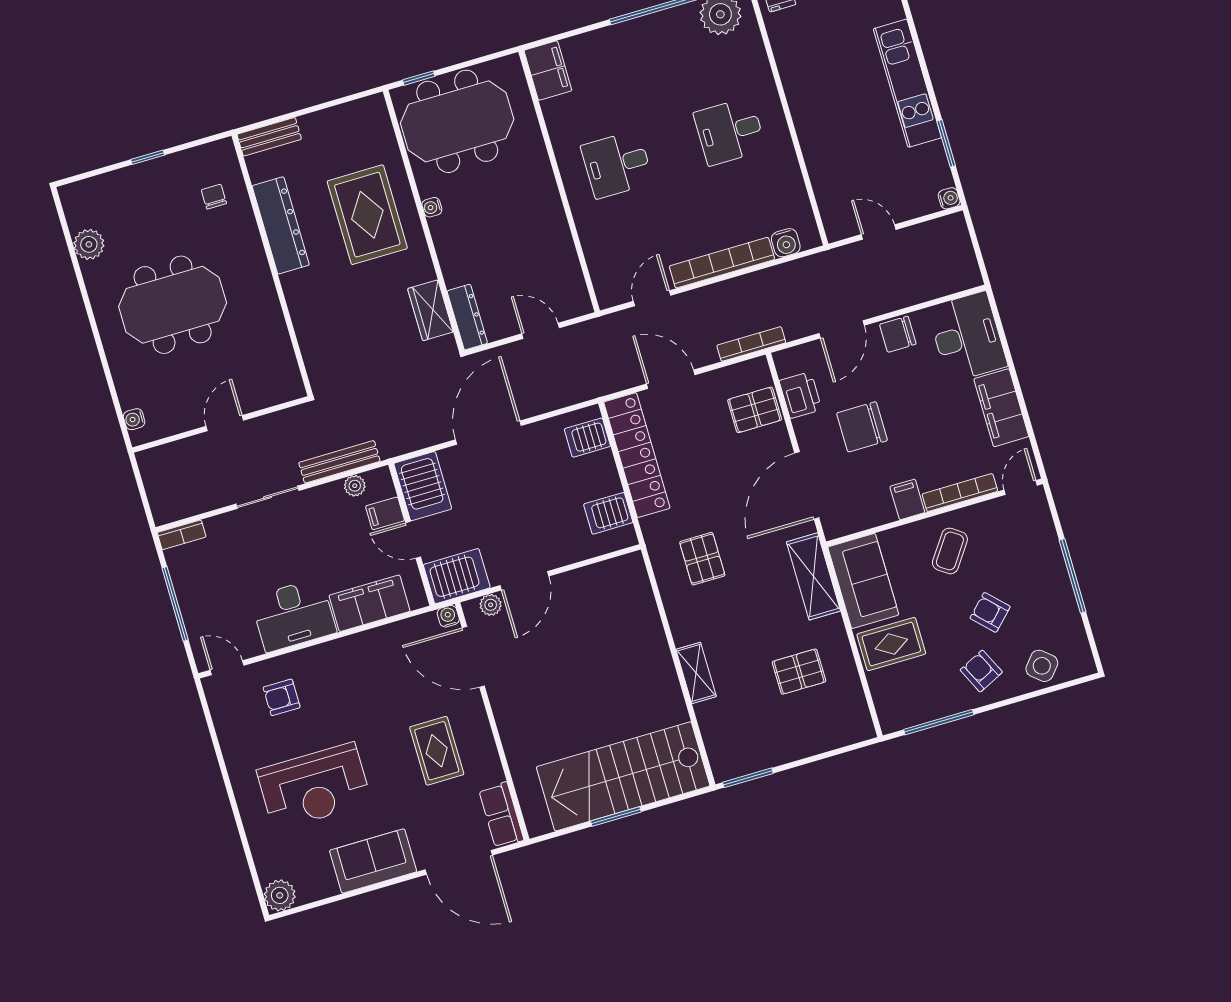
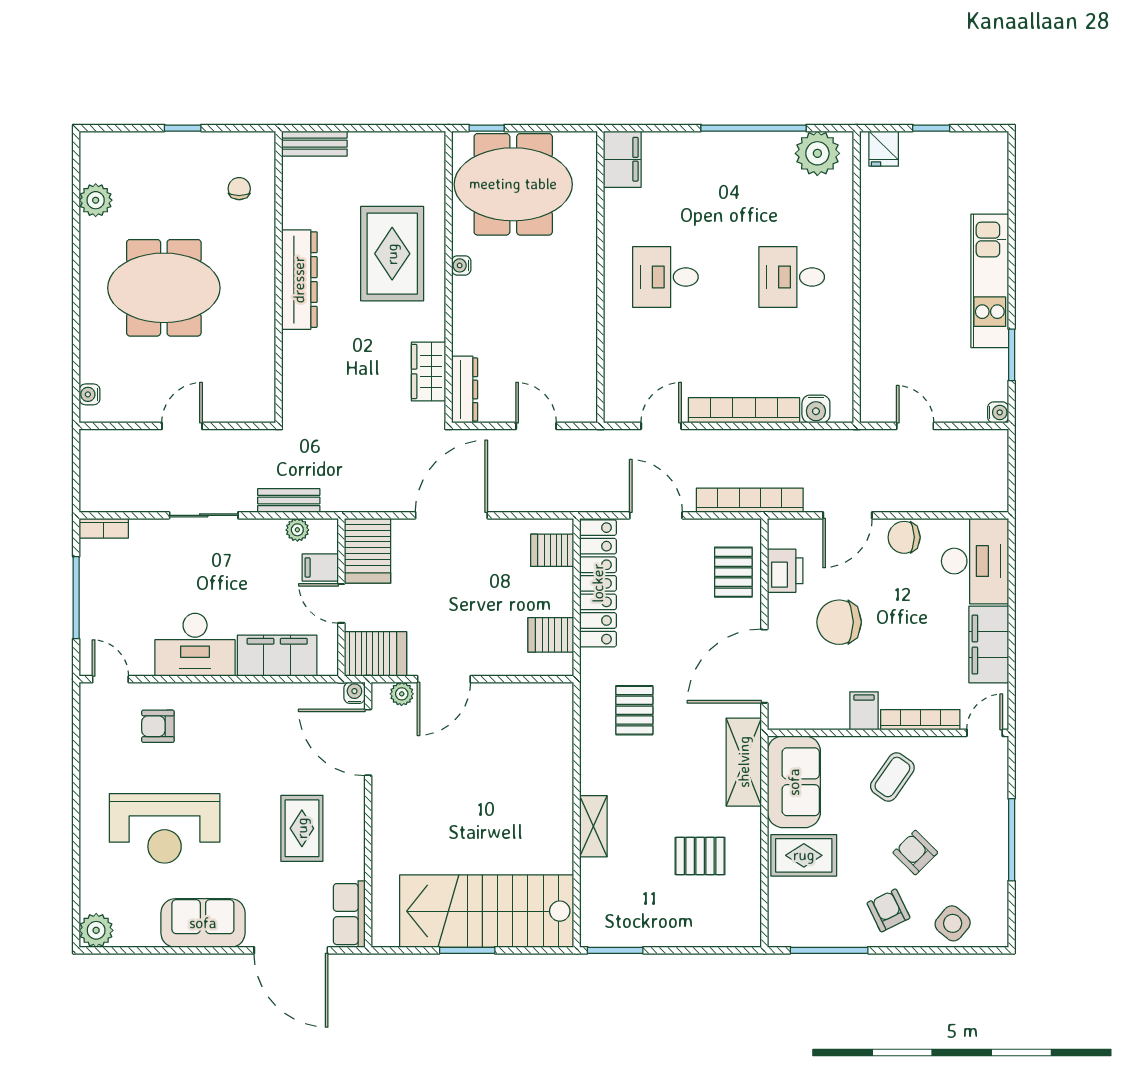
dresser: (281, 225) -> (299, 280), moved
bookcase: (751, 344) -> (750, 500), width x1.48, depth x1.31
pallet: (755, 410) -> (733, 572), turned 90
bench: (339, 462) -> (289, 500), width x0.73

